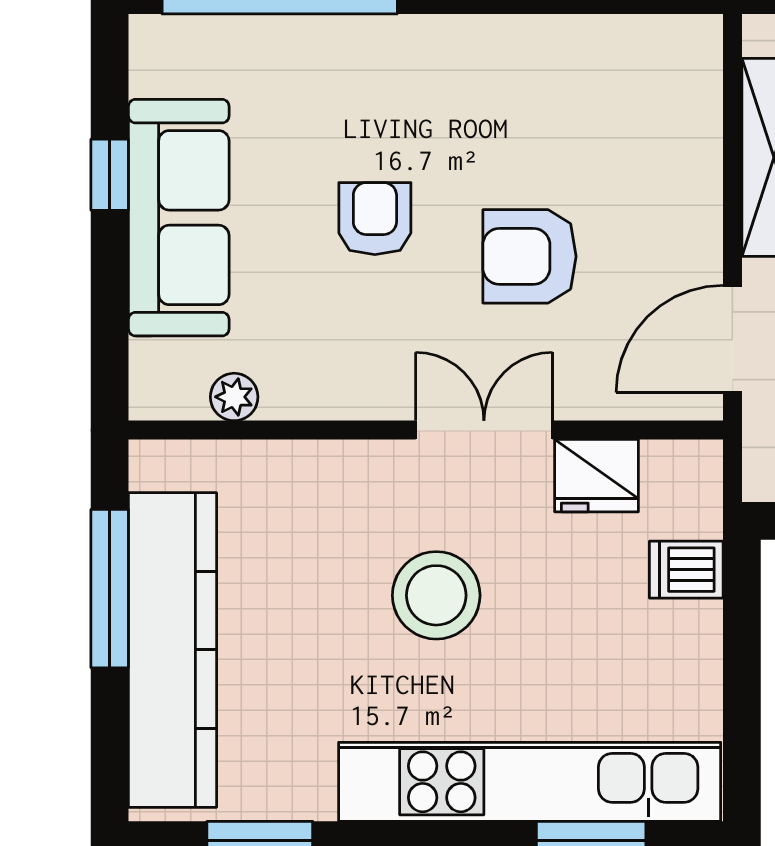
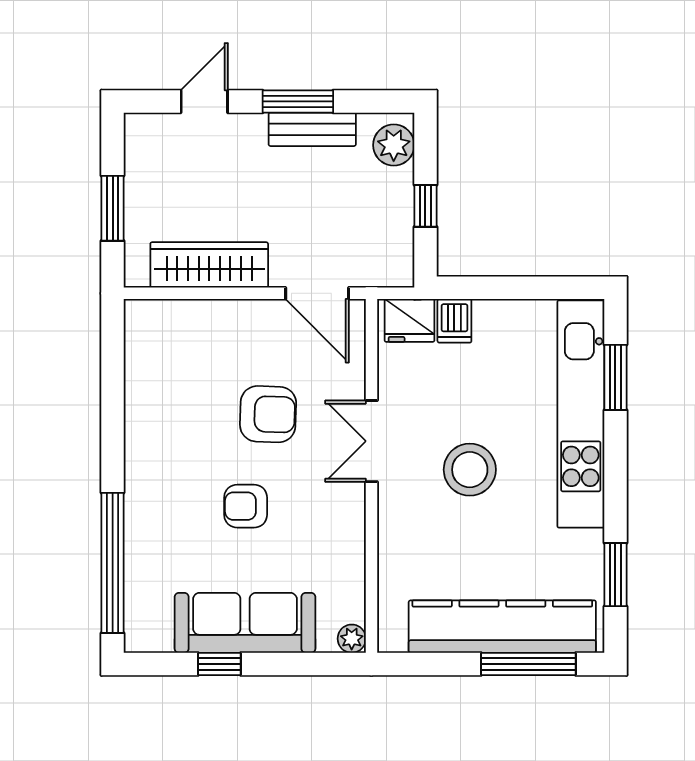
armchair: (529, 256) -> (268, 414), turned -88
plant: (234, 397) -> (352, 639), moved
fridge: (597, 476) -> (410, 320), moved, turned 90
window: (110, 589) -> (528, 664), moved

